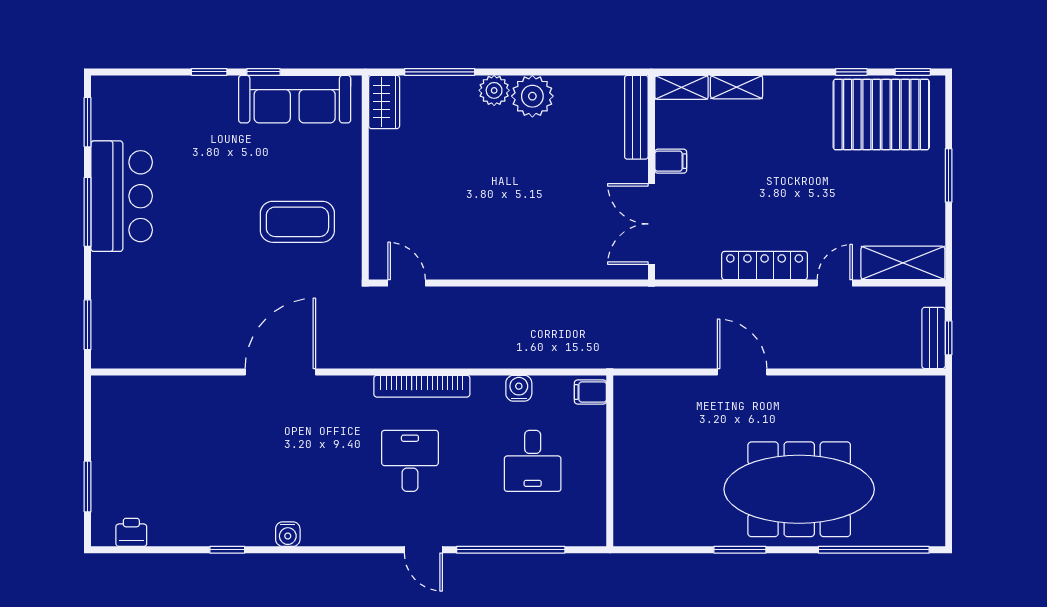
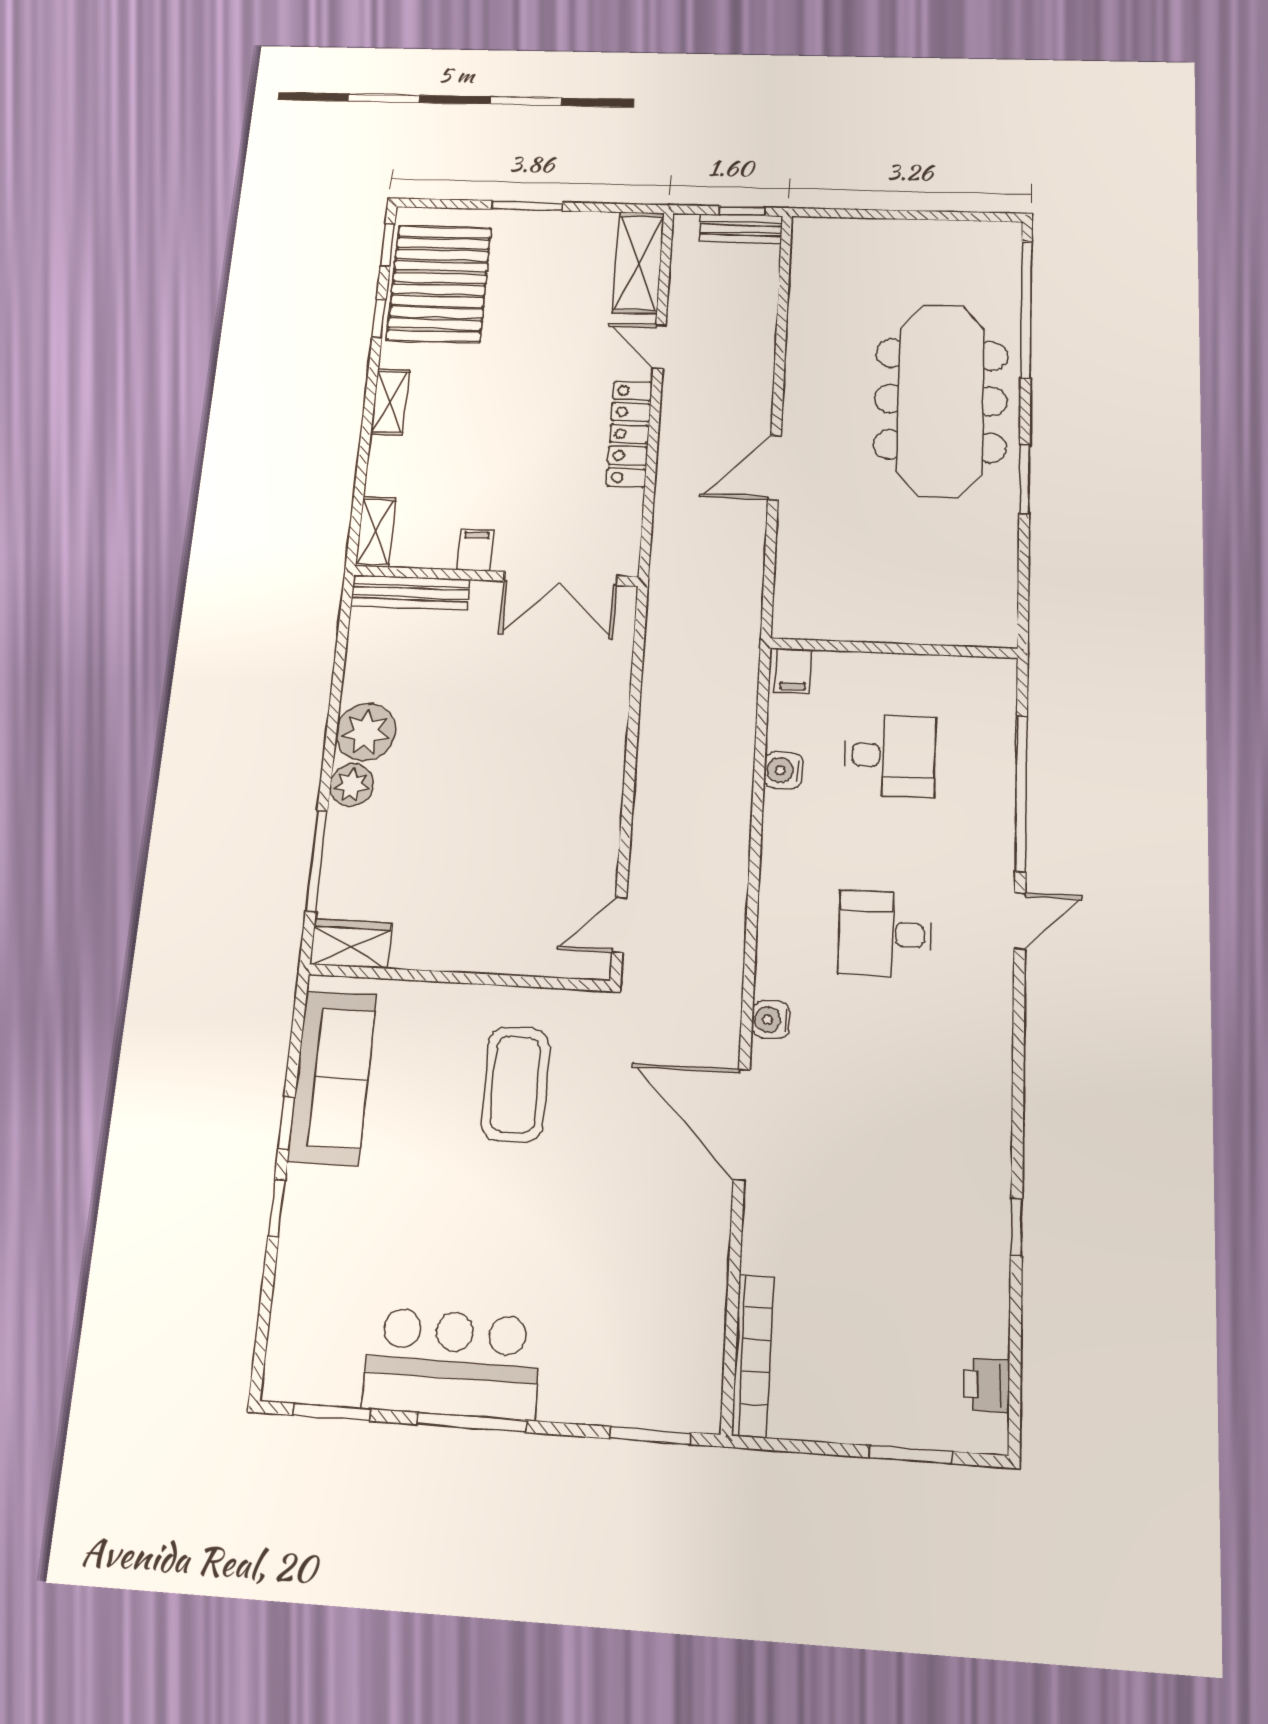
shelving: (737, 87) -> (390, 402), moved
bookcase: (422, 386) -> (753, 1356), moved
water cooler: (288, 534) -> (771, 1020), moved, turned 180

